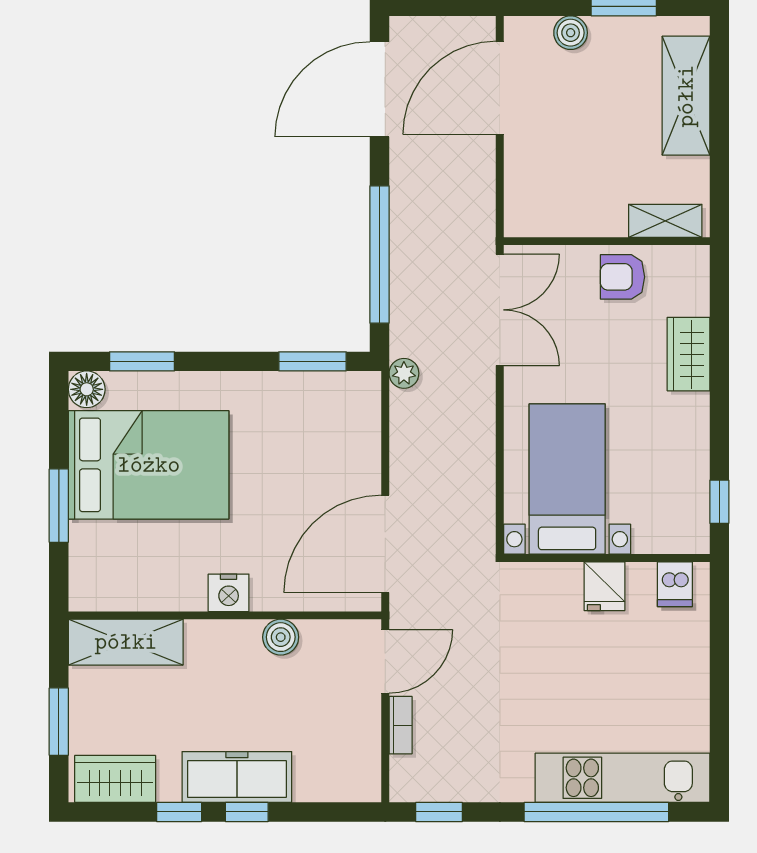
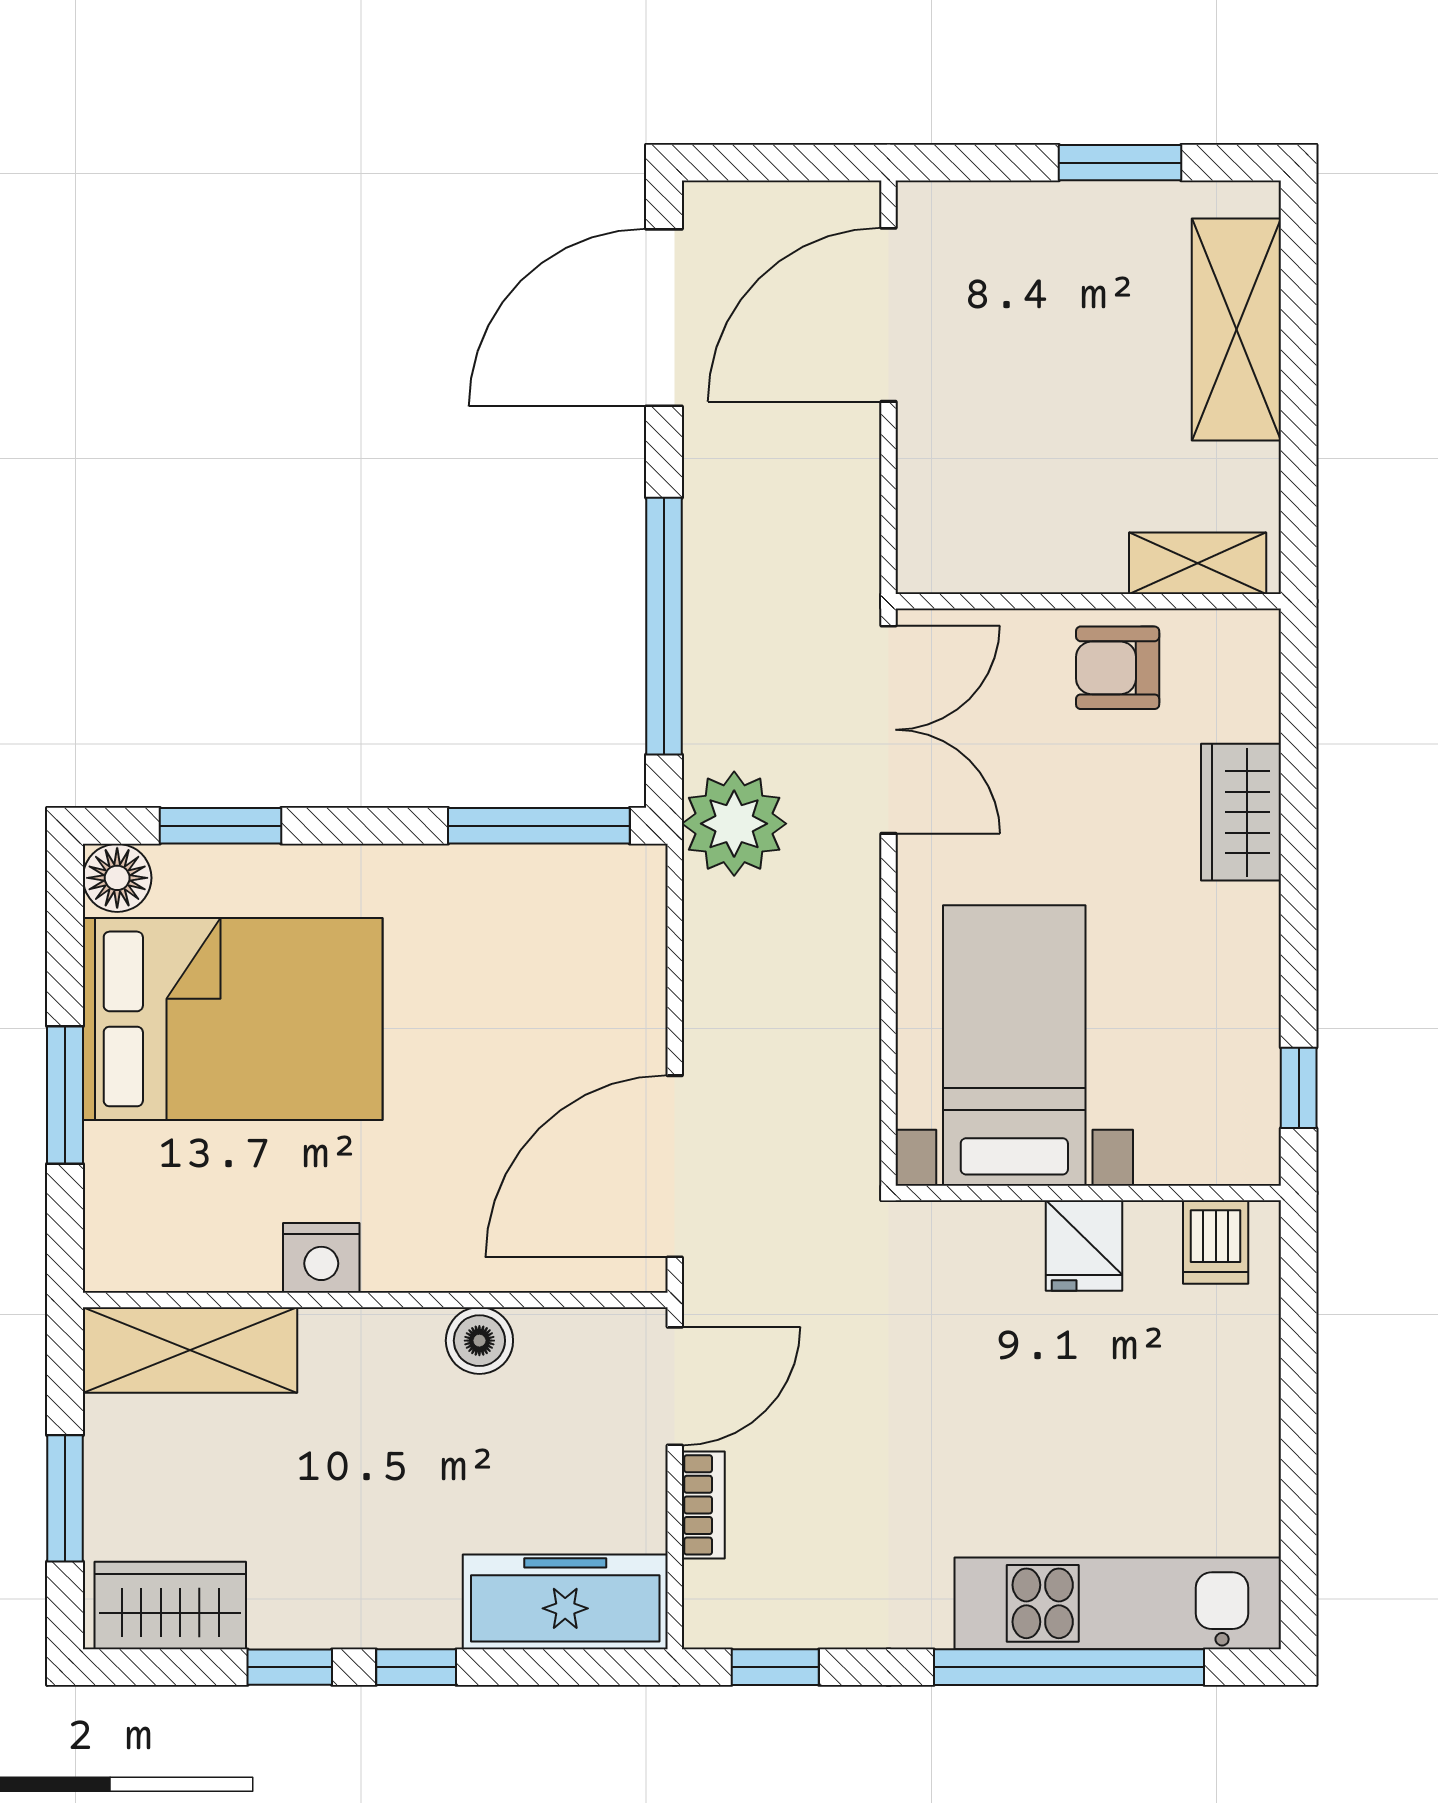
boiler: (571, 33) -> (1021, 212), removed
window: (313, 361) -> (539, 826), width x1.44
plant: (404, 373) -> (734, 824), width x1.88, depth x1.88
nightstand: (229, 593) -> (321, 1258), moved
freezer: (237, 777) -> (565, 1602), moved

